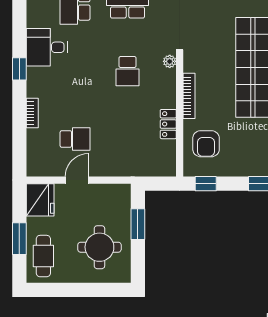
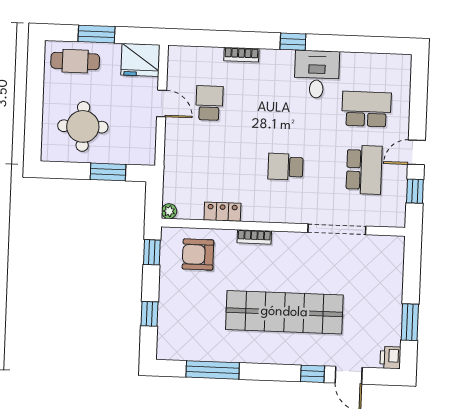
plant: (170, 61) -> (169, 211), moved
bookcase: (189, 96) -> (254, 237), width x0.64
school desk: (75, 139) -> (209, 103), turned 180

